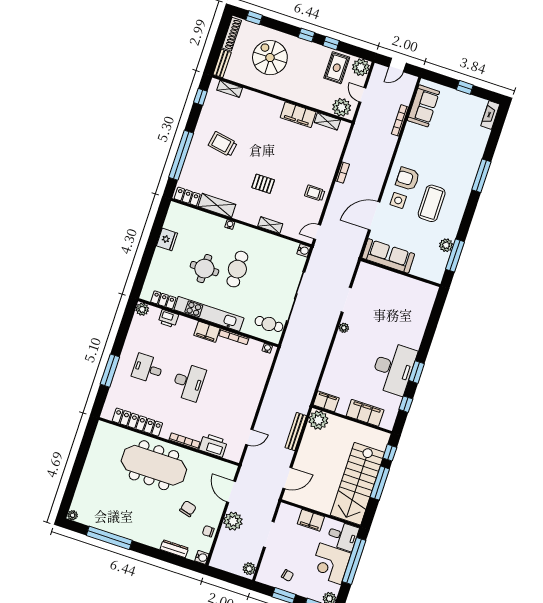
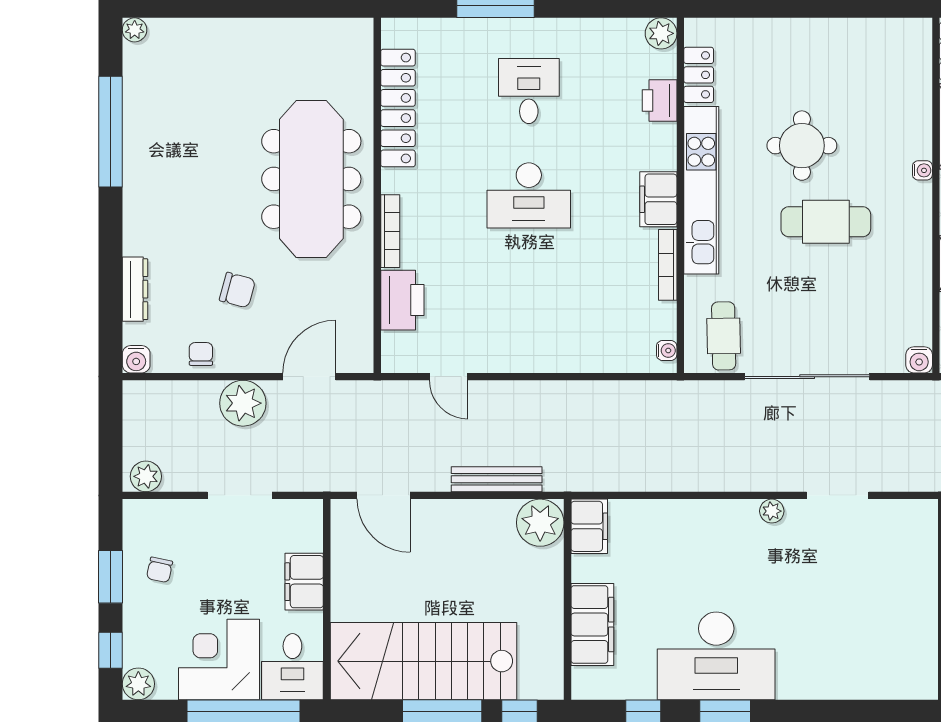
fridge: (167, 239) -> (840, 37), removed

